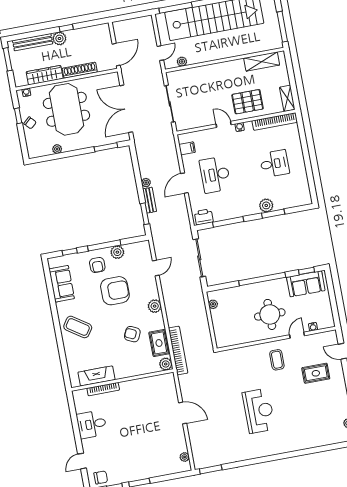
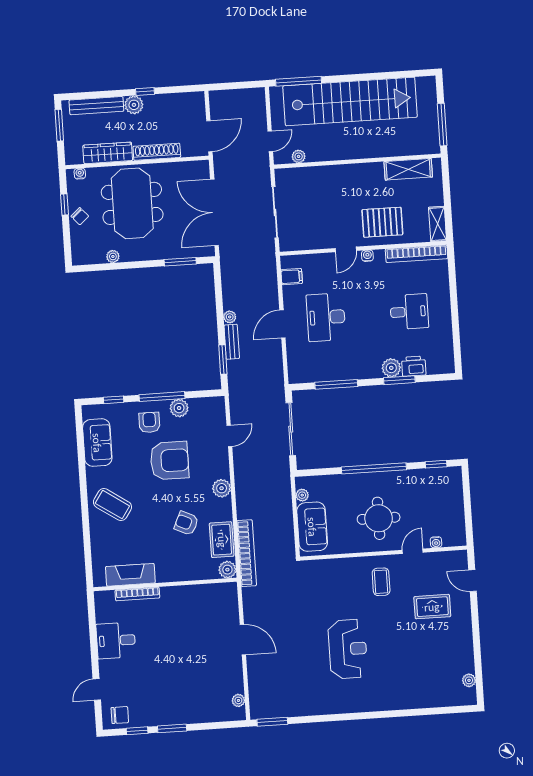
door: (224, 124) -> (346, 249), swing flipped
printer: (204, 217) -> (414, 366), moved
armchair: (97, 265) -> (149, 422), turned 180
sofa: (306, 284) -> (312, 527), moved, turned -90

